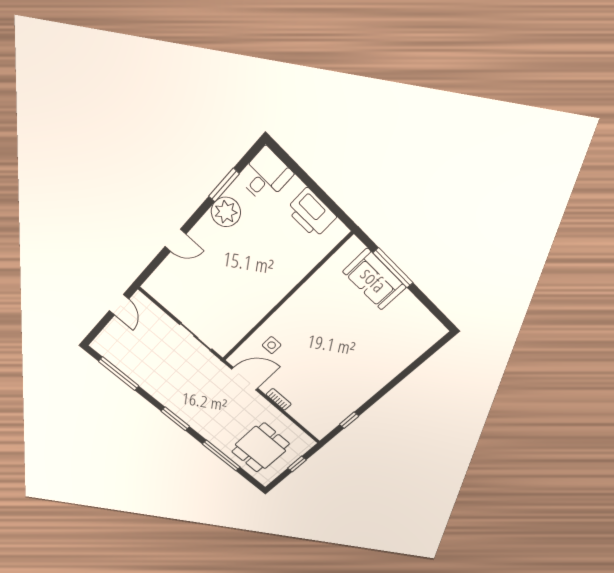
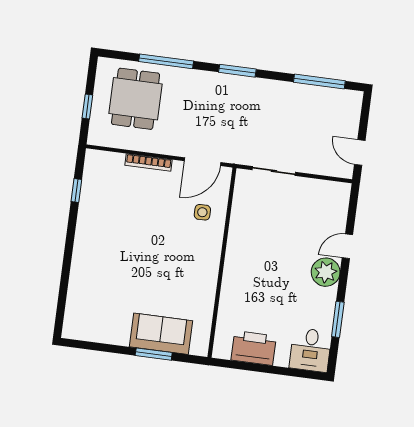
plant: (226, 212) -> (326, 272), moved
window: (393, 268) -> (154, 354), width x0.69
bookcase: (279, 399) -> (148, 162), width x1.56

